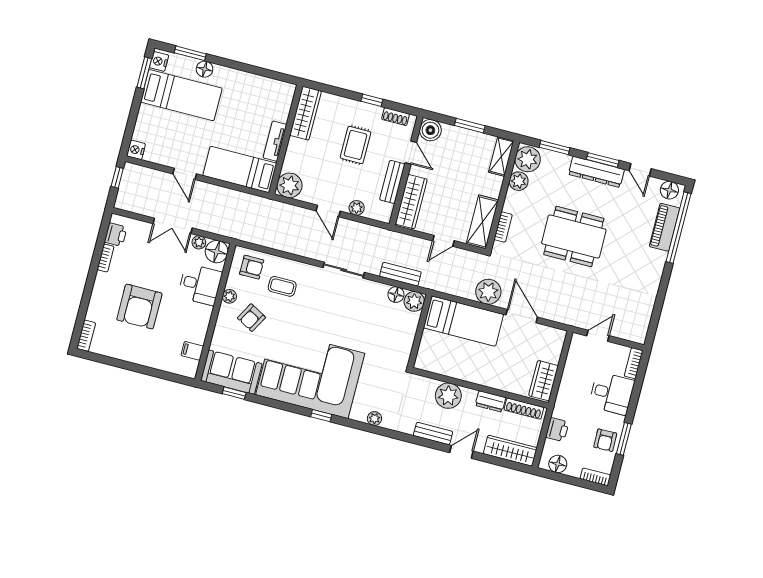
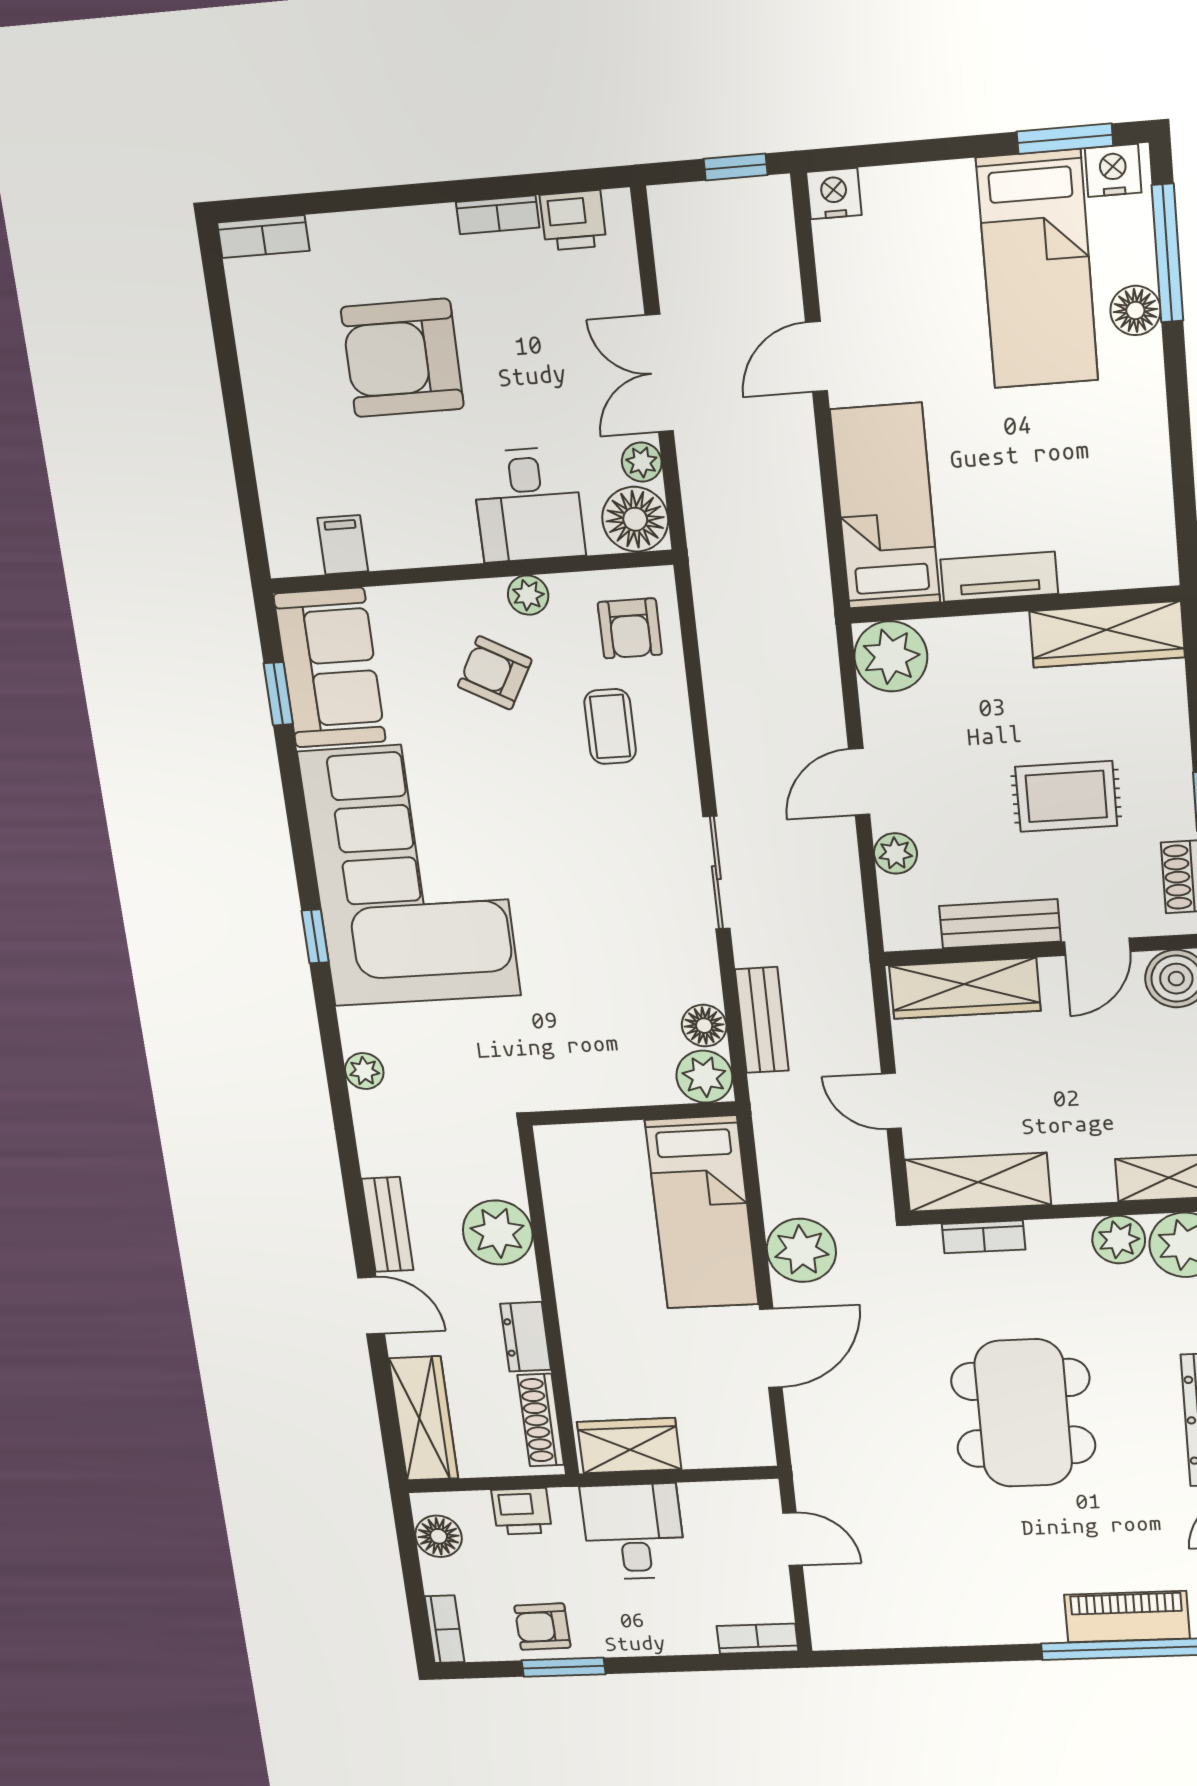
window: (190, 53) -> (1167, 253), width x1.44
desk: (612, 393) -> (633, 1532), moved, turned 180

